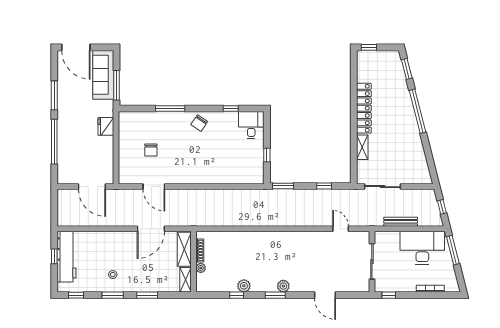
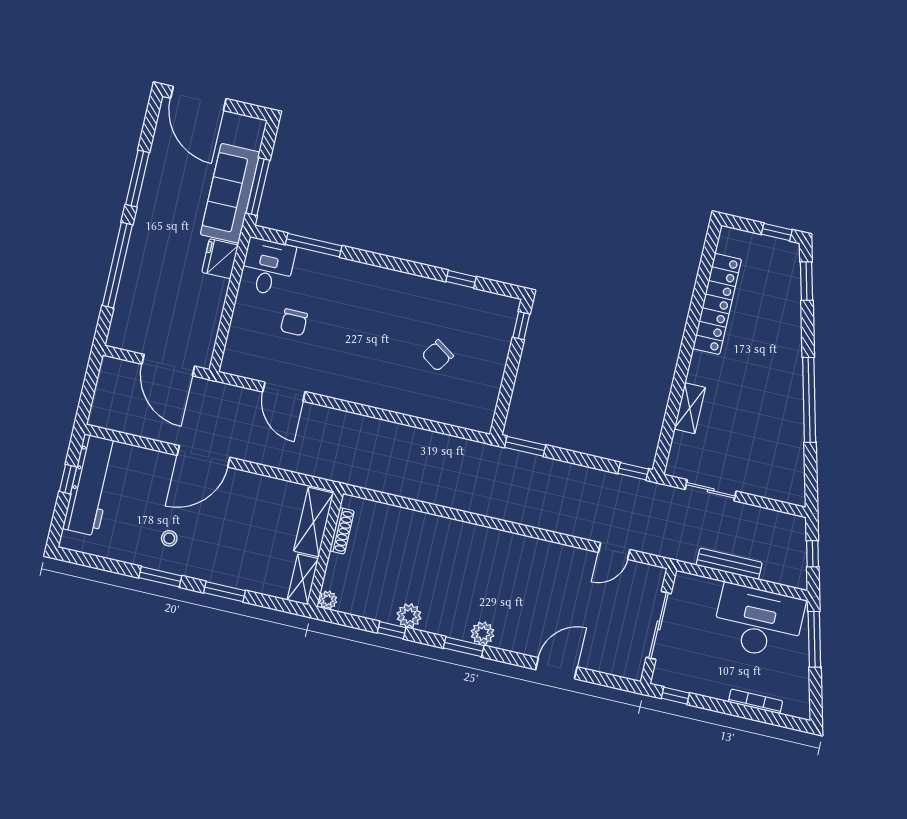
window: (369, 47) -> (777, 232), moved
sofa: (103, 75) -> (230, 193), moved
window: (170, 108) -> (314, 245), moved
locker: (364, 108) -> (717, 304), moved
window: (418, 111) -> (809, 400), moved
chair: (199, 123) -> (438, 355), moved
desk: (251, 125) -> (268, 267), moved
window: (267, 155) -> (521, 326), moved
window: (324, 186) -> (633, 471), moved
sliding door: (383, 187) -> (711, 490), width x0.73
door: (151, 229) -> (204, 456), moved
door: (341, 229) -> (614, 551), swing flipped
plant: (201, 268) -> (328, 600), moved
window: (76, 295) -> (92, 561), removed
door: (325, 295) -> (556, 668), swing flipped

